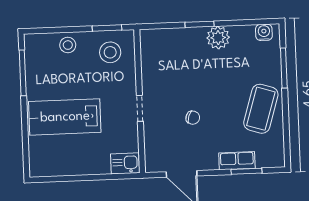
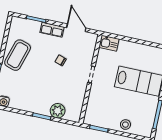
plant: (218, 38) -> (58, 111), moved
stool: (110, 52) -> (101, 113), removed
row of seats: (237, 161) -> (52, 30), moved

